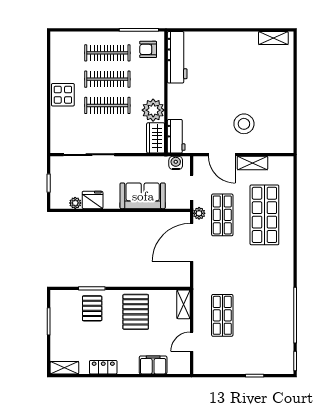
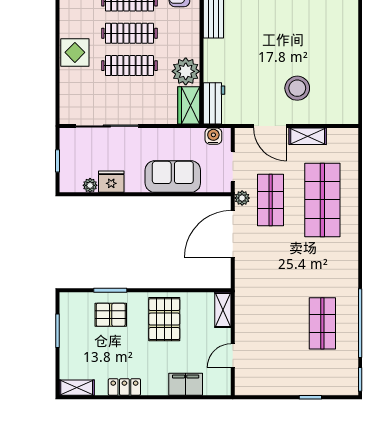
pallet: (92, 308) -> (111, 315), turned 90
shop shelf: (222, 315) -> (322, 323), moved

